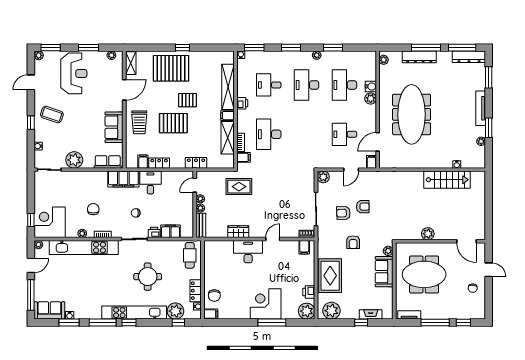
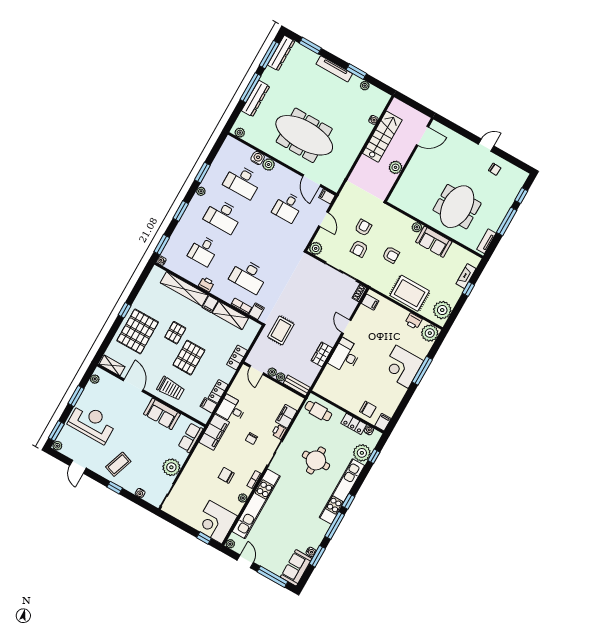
plant: (428, 234) -> (396, 167), moved
wall: (440, 241) -> (409, 160), moved
door: (466, 241) -> (422, 136), moved

